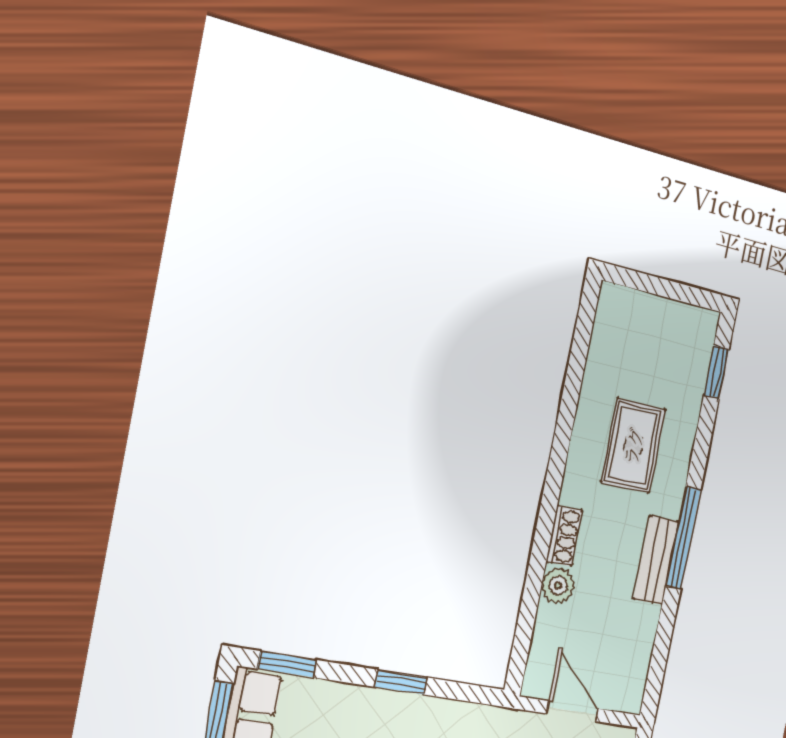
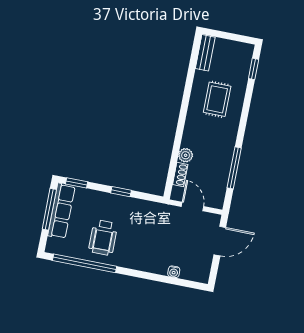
shoe rack: (564, 536) -> (180, 175), moved
window: (683, 538) -> (234, 168), moved
bench: (656, 560) -> (205, 53), moved

